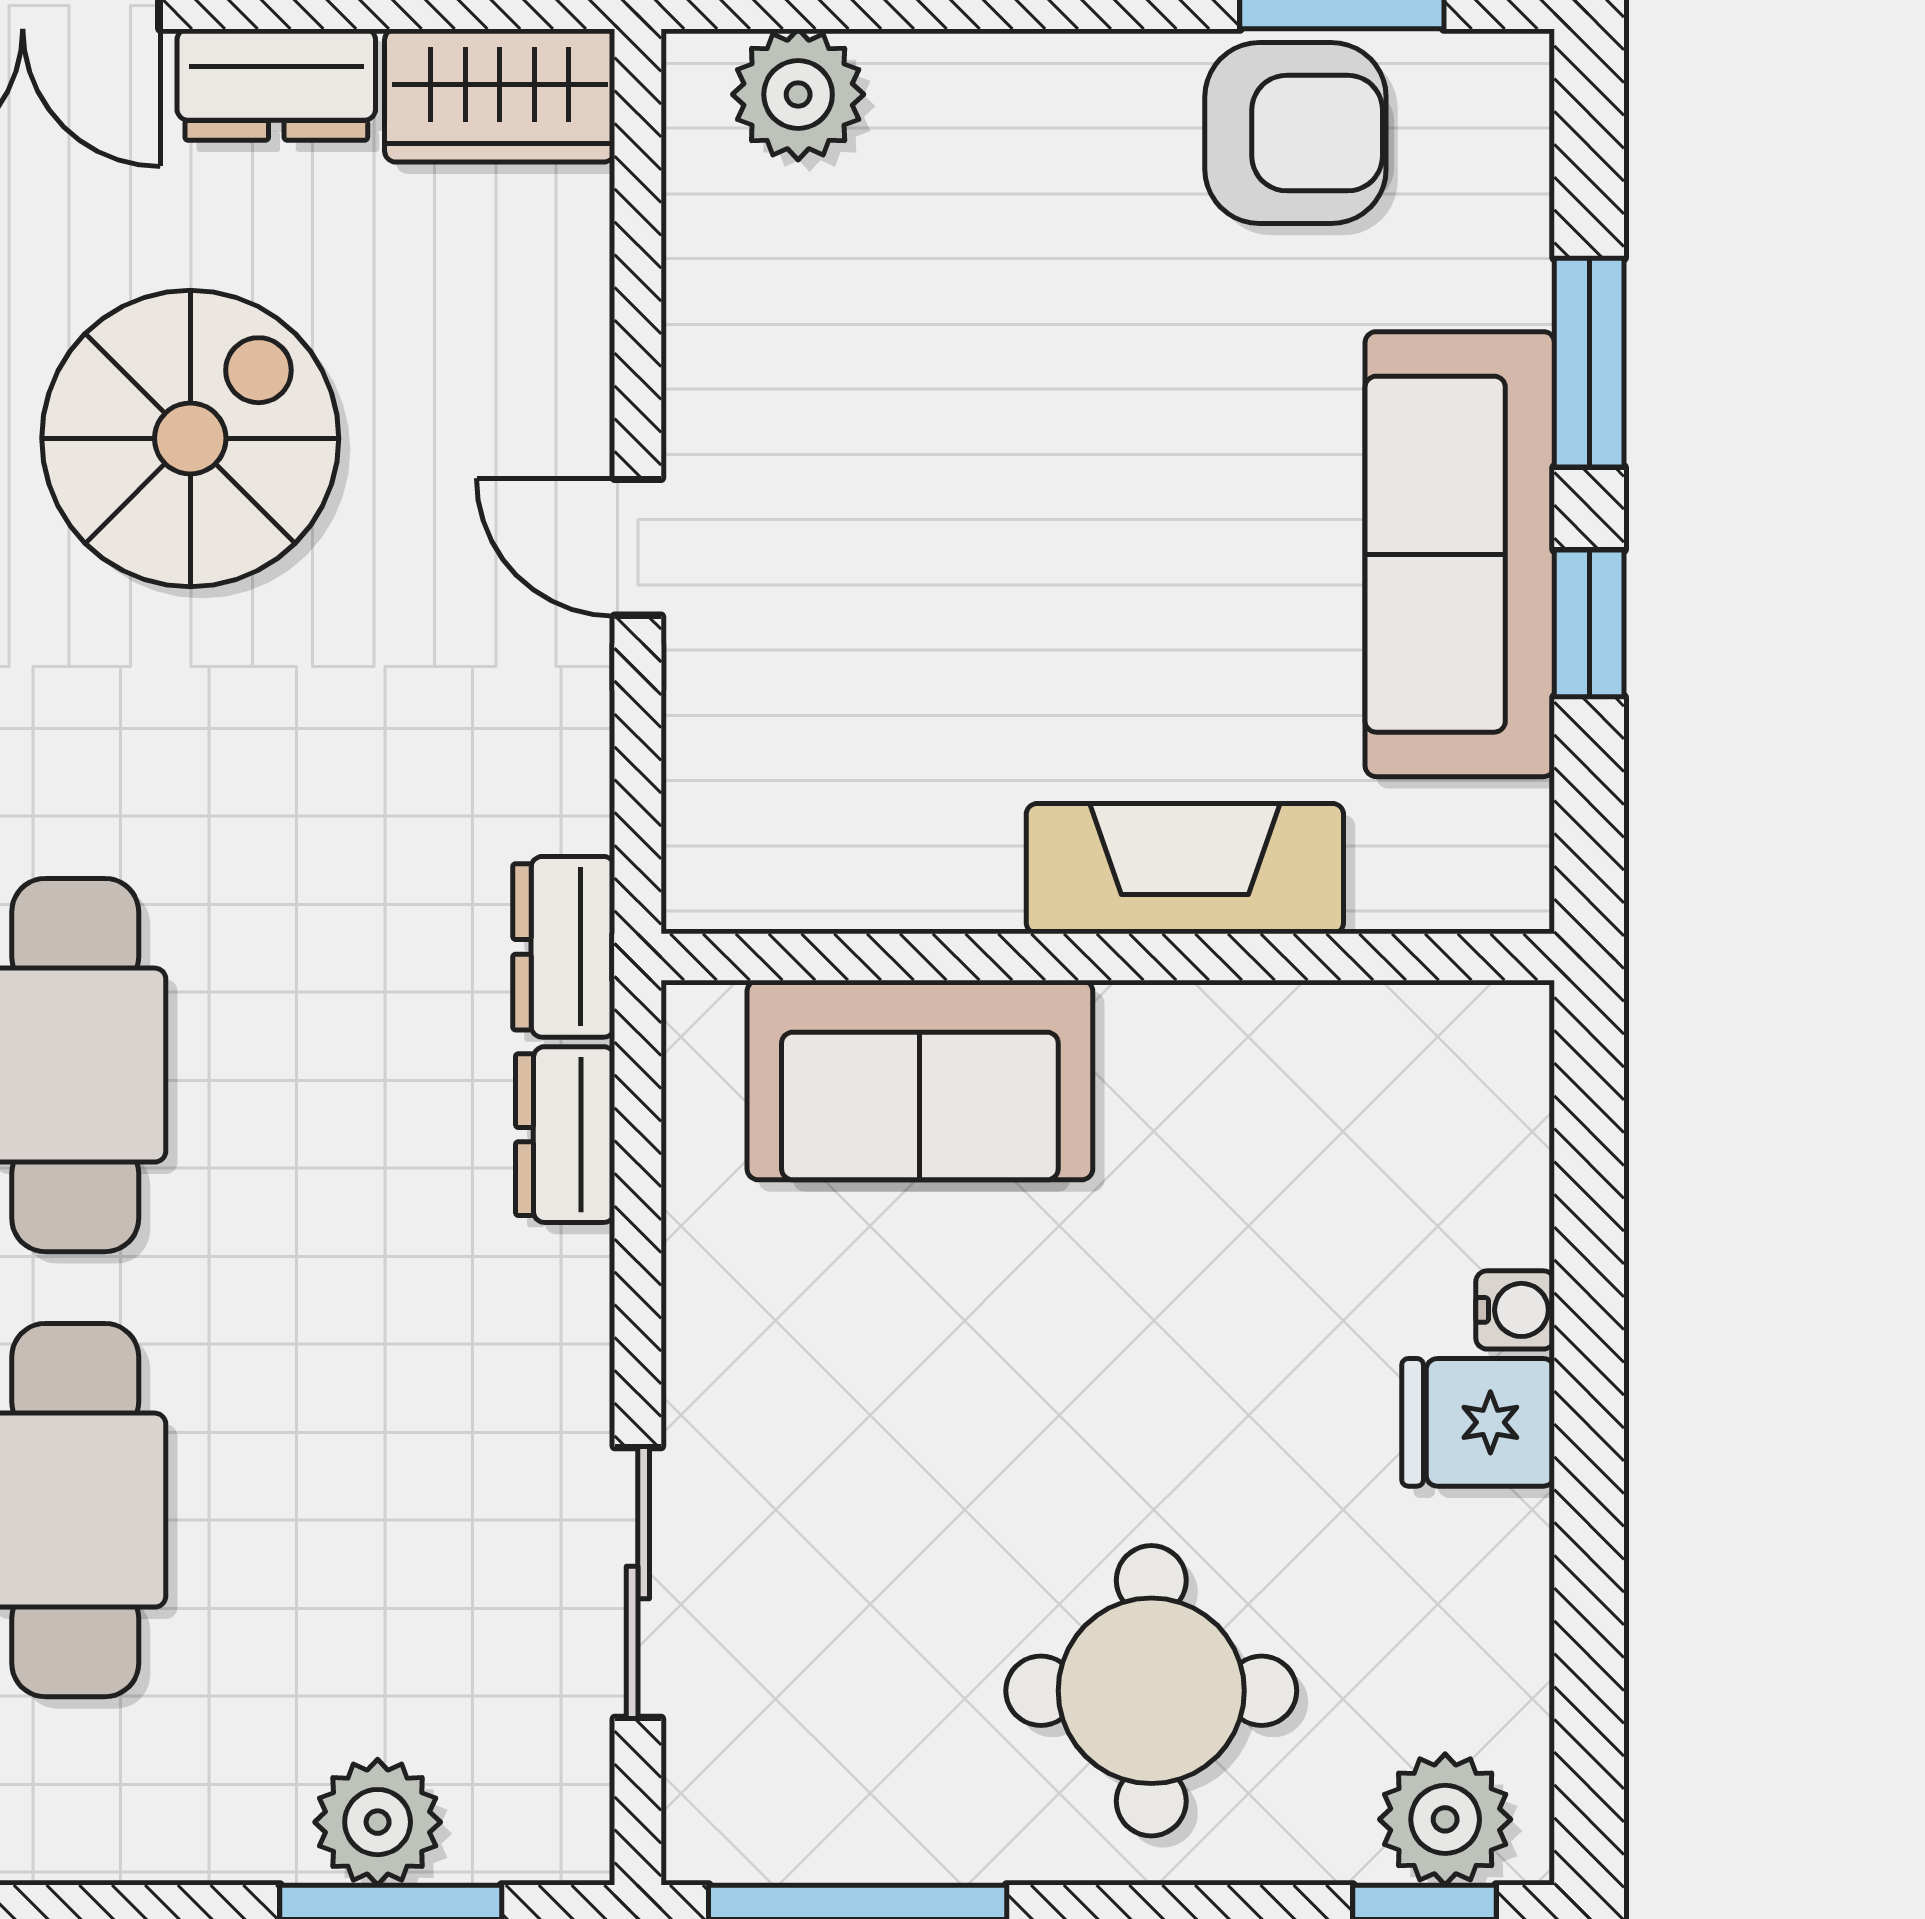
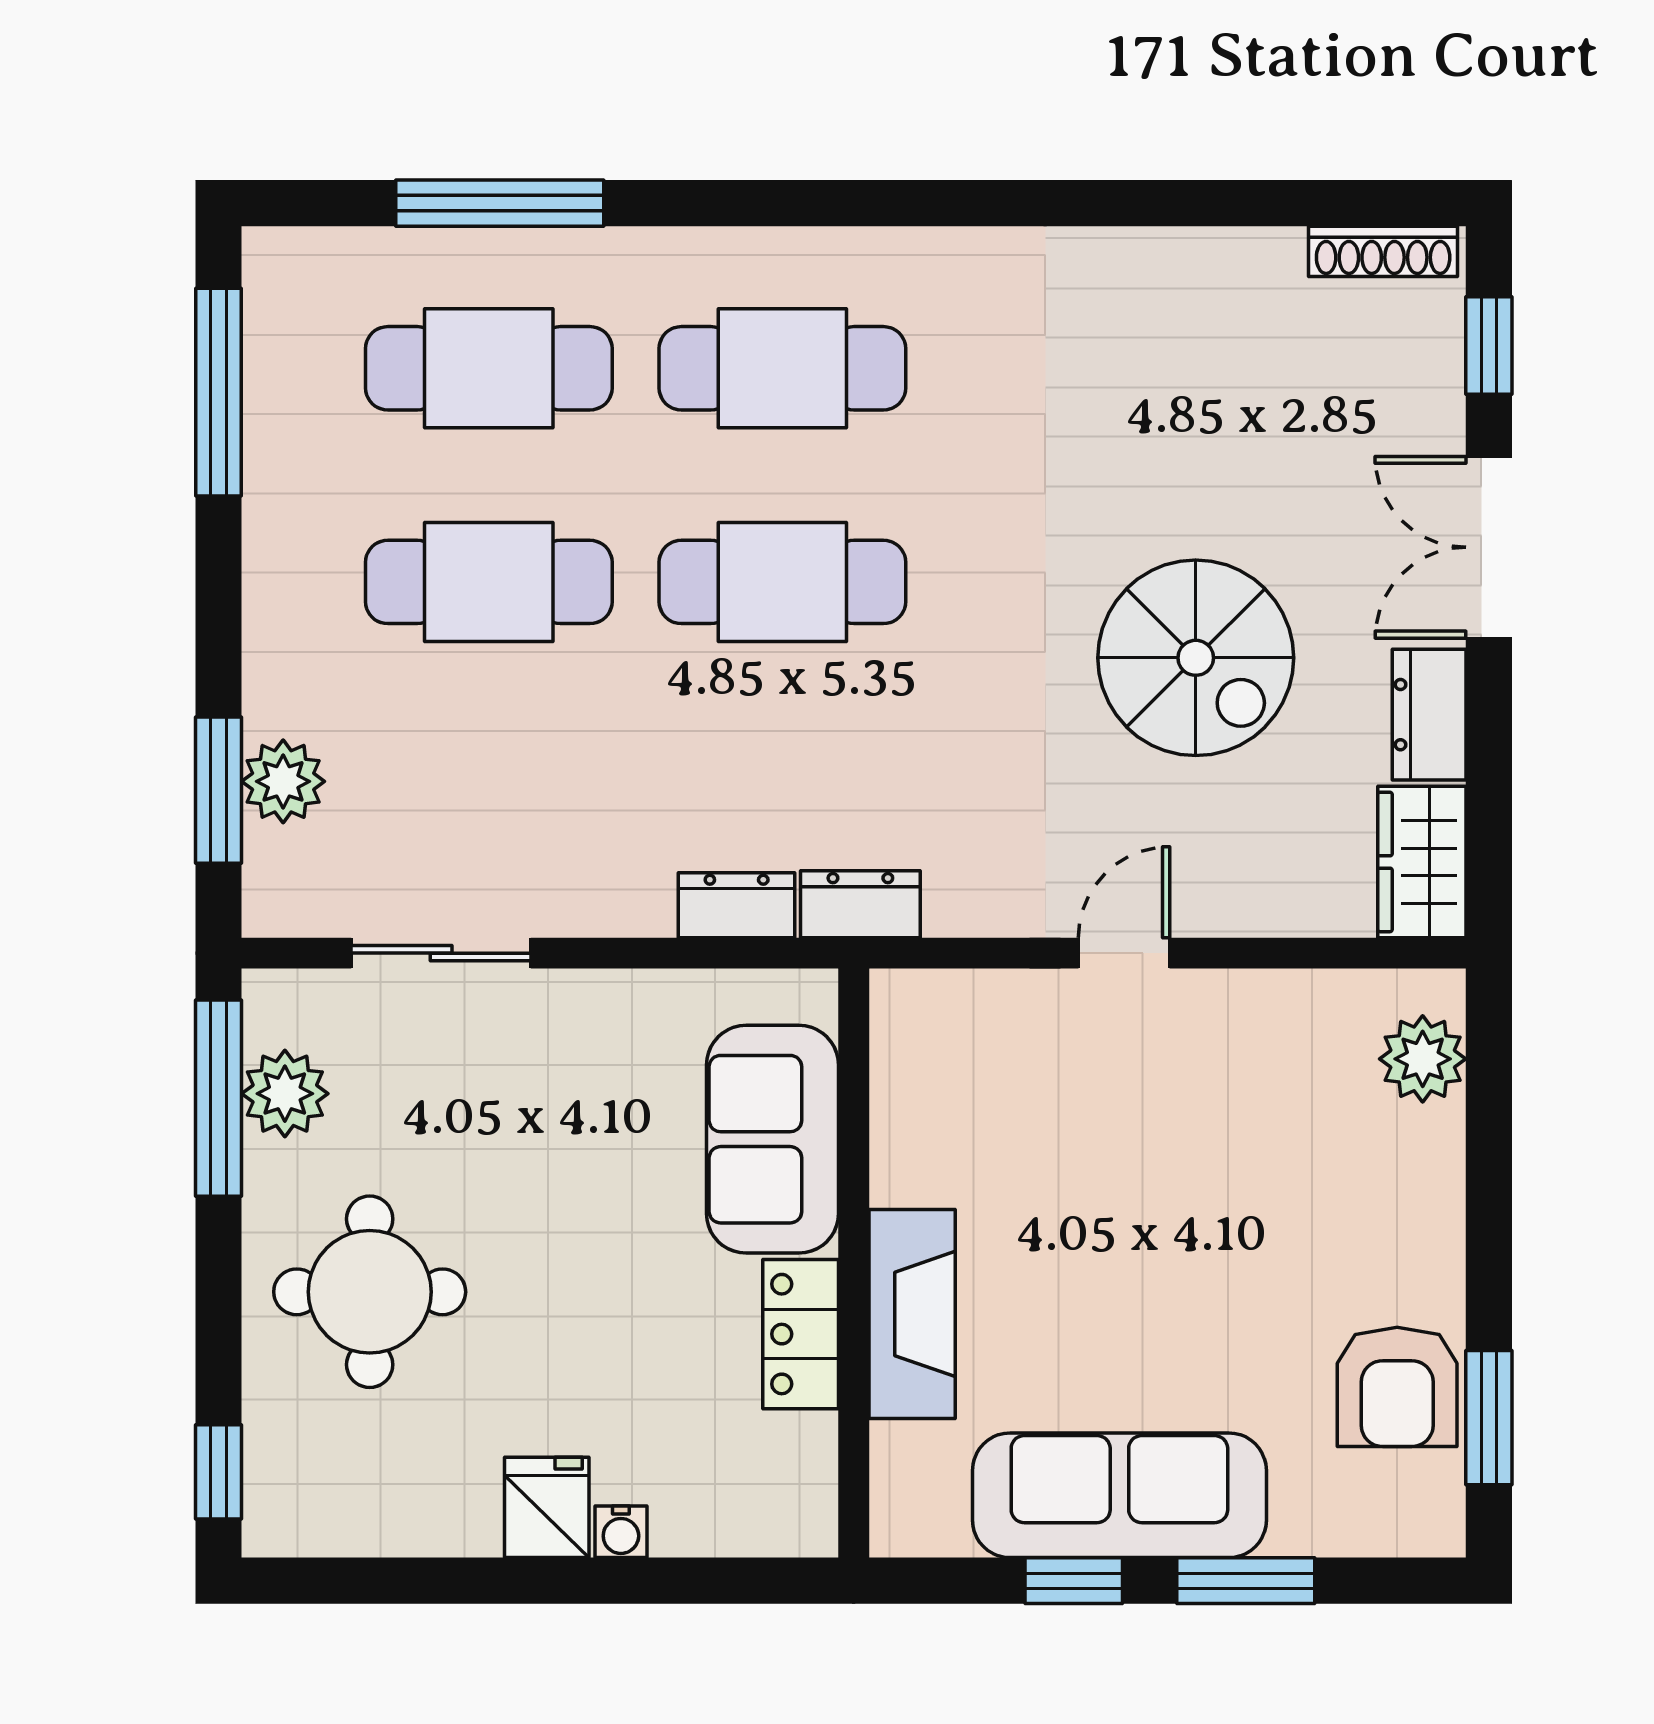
locker: (1215, 1037) -> (801, 1334), added
plant: (1445, 1819) -> (285, 1094), moved

